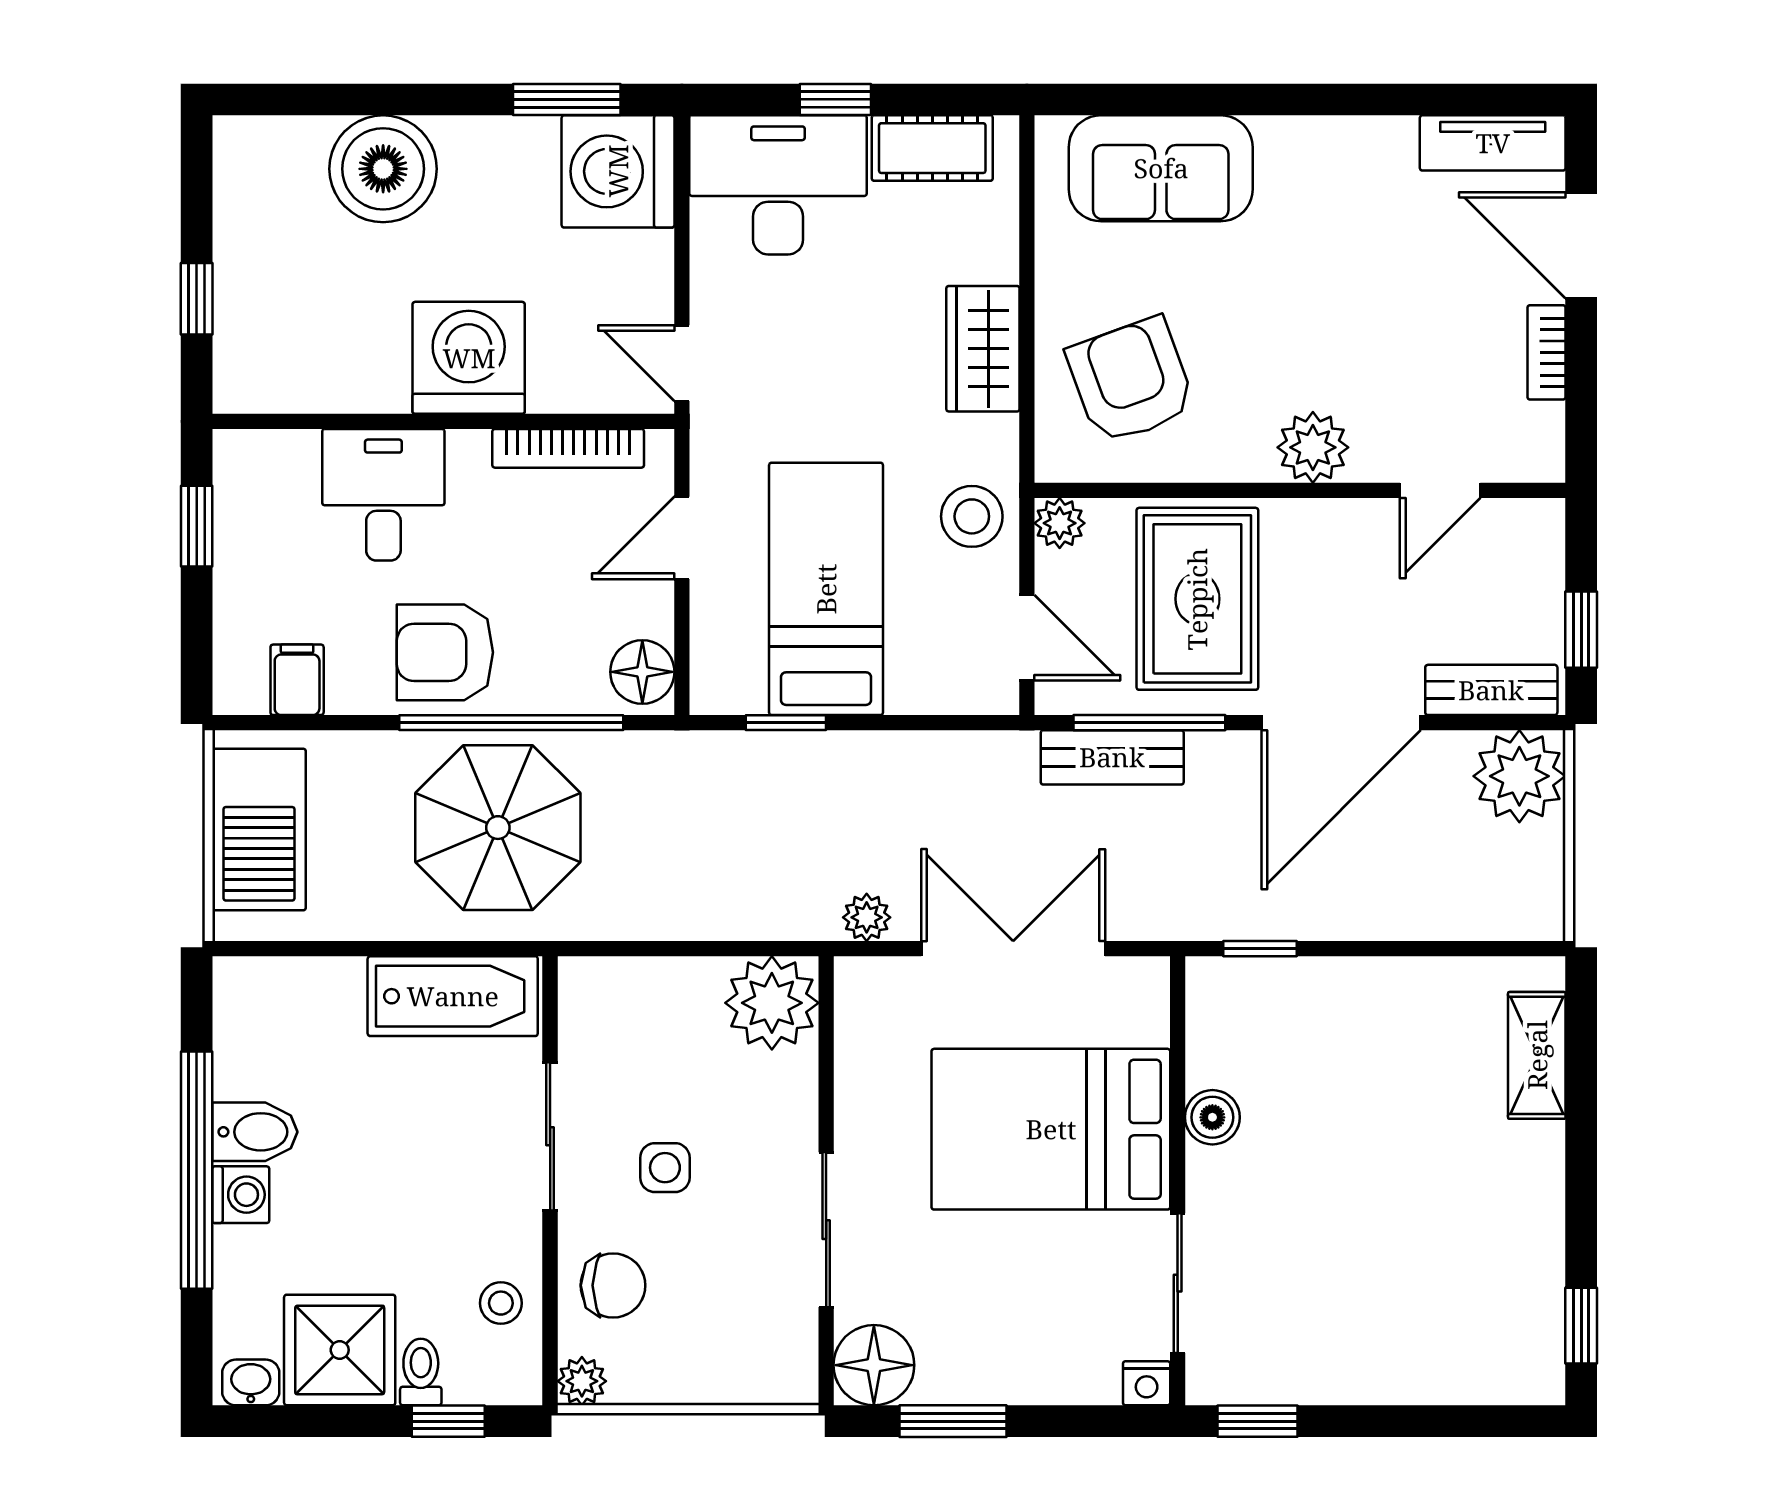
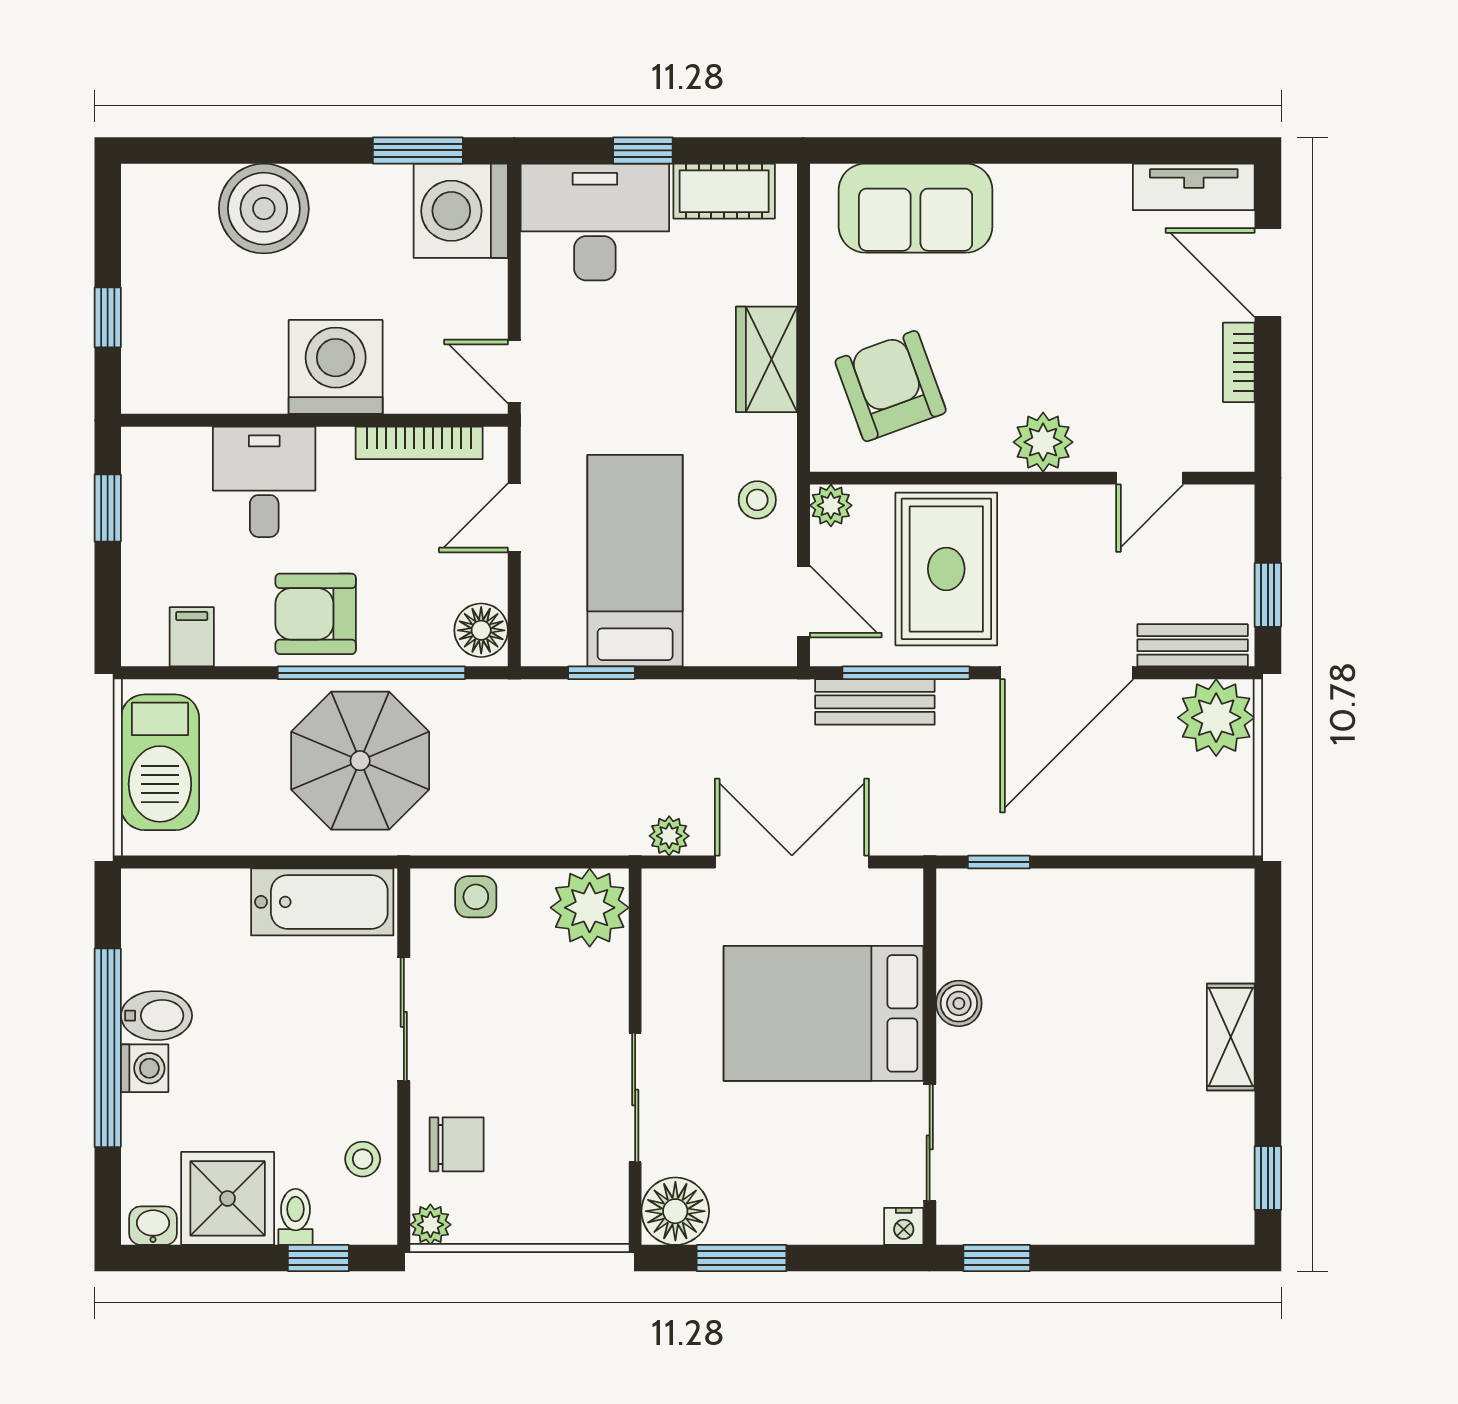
stool: (972, 516) -> (757, 500), width x0.73, depth x0.73
shelving: (1537, 1055) -> (1231, 1037), moved
side table: (665, 1168) -> (476, 897), moved

